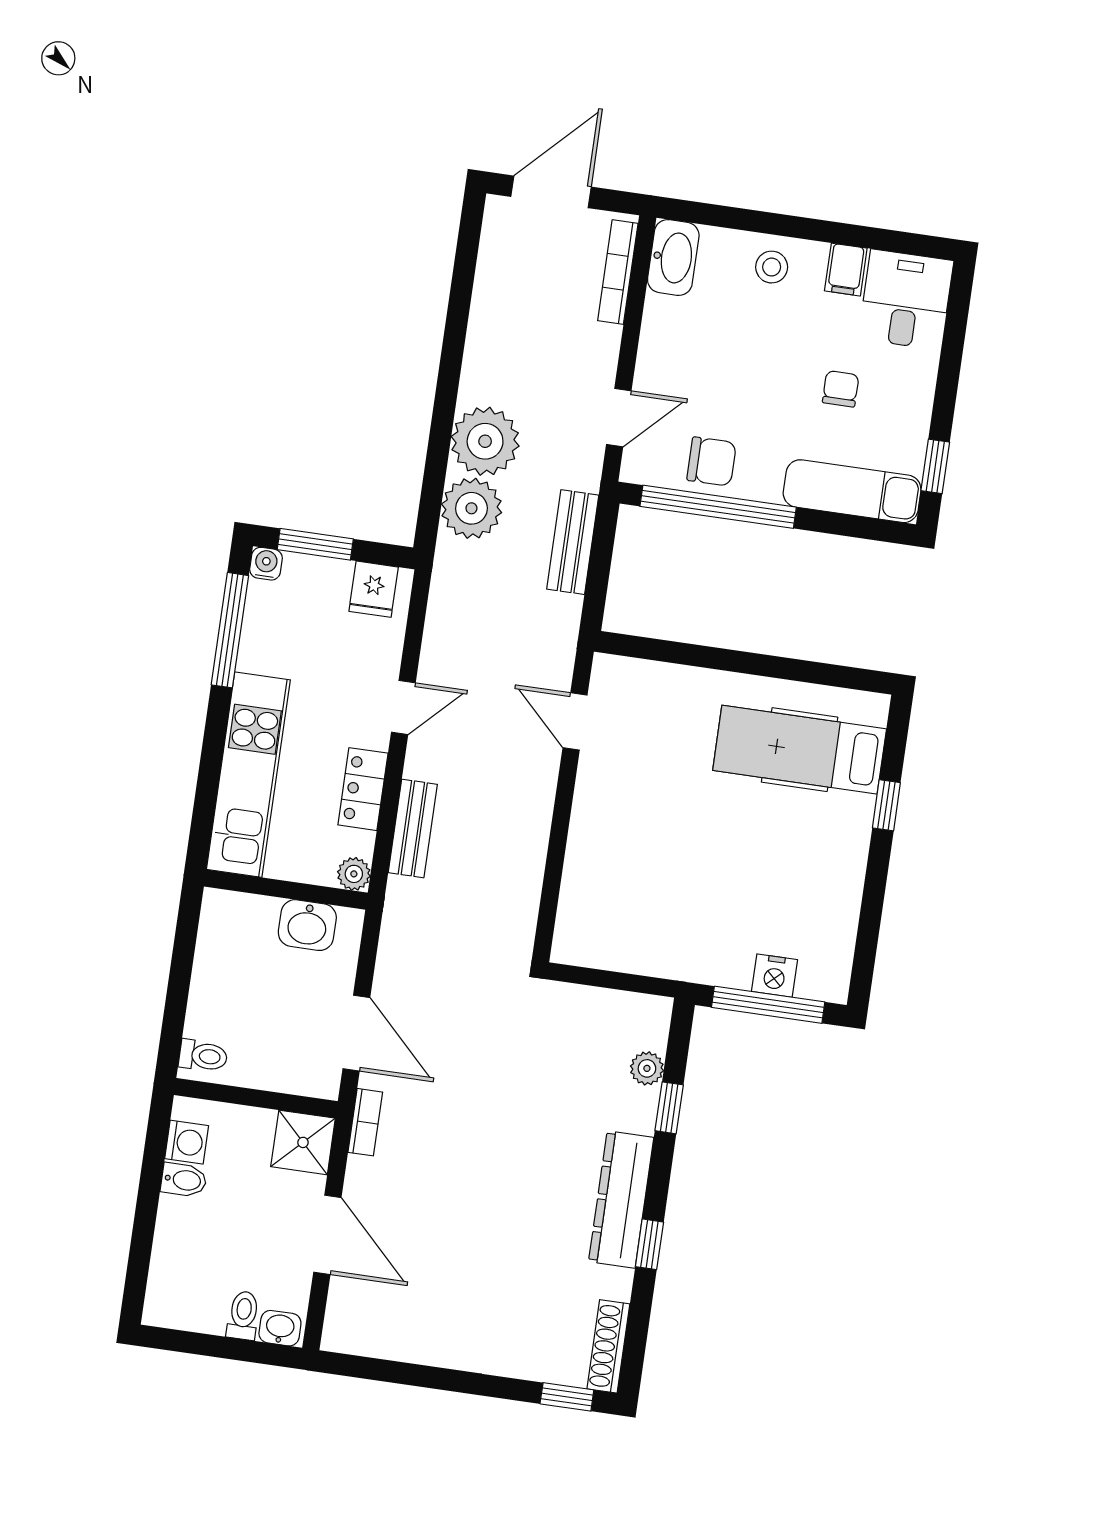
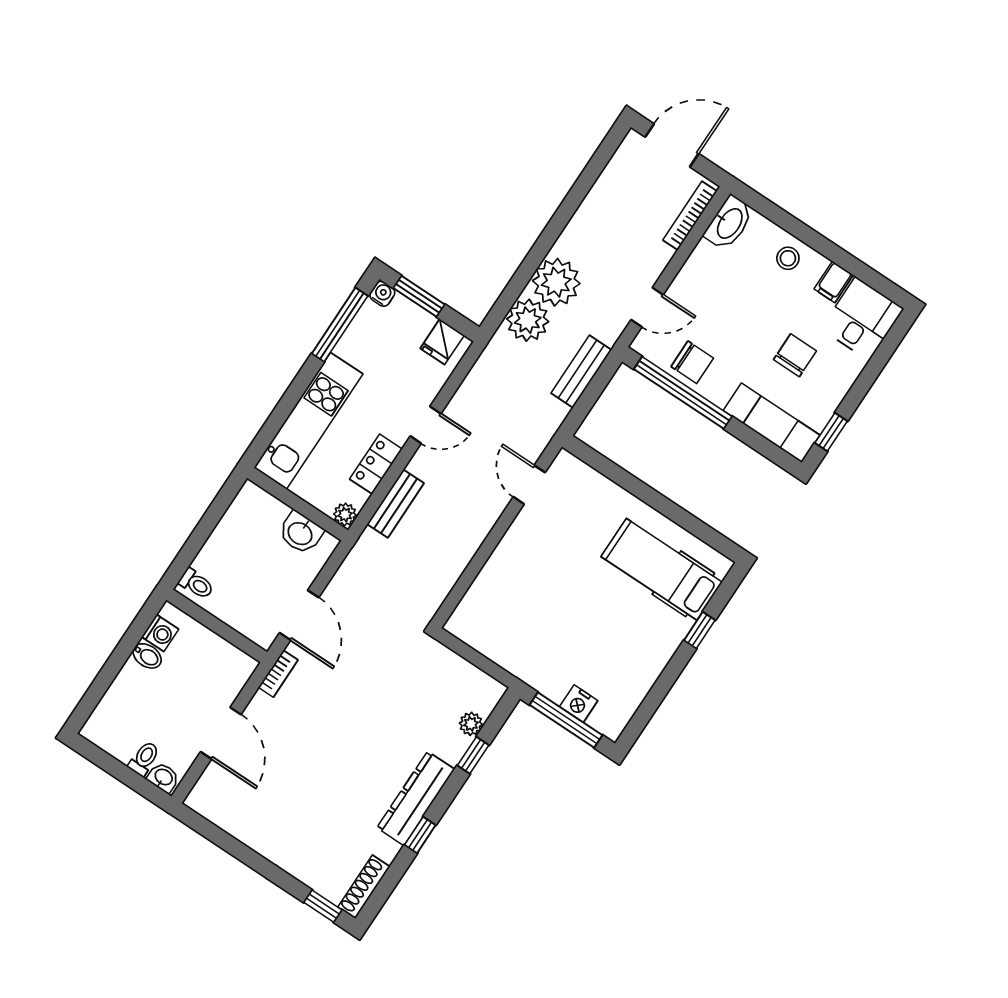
chair: (841, 389) -> (795, 355), width x1.37, depth x1.37
shower: (303, 1142) -> (233, 668), removed

